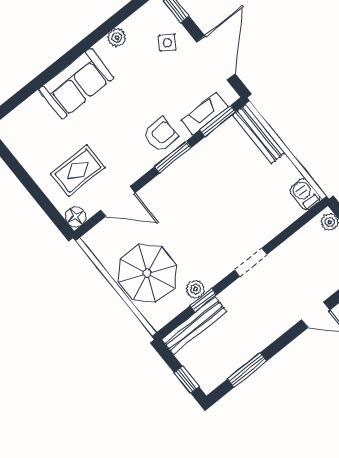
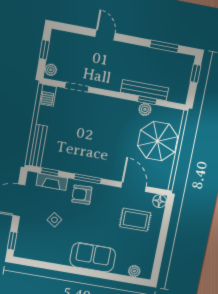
plant: (117, 38) -> (134, 271), moved
side table: (167, 43) -> (54, 220), moved
window: (218, 121) -> (50, 172), width x0.67
doorway: (251, 262) -> (77, 87), moved
bench: (194, 326) -> (145, 90), moved

